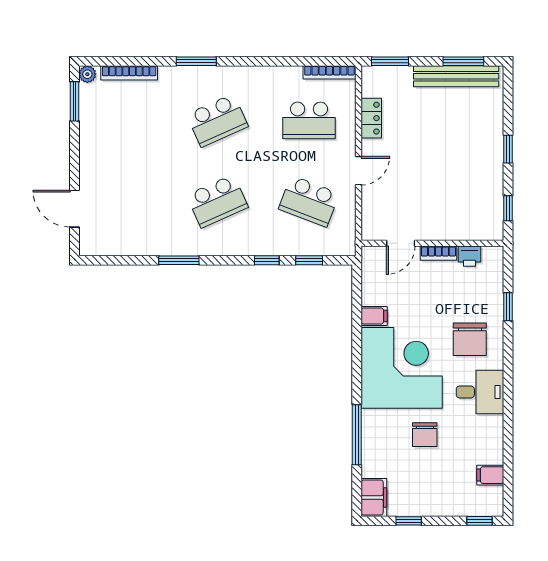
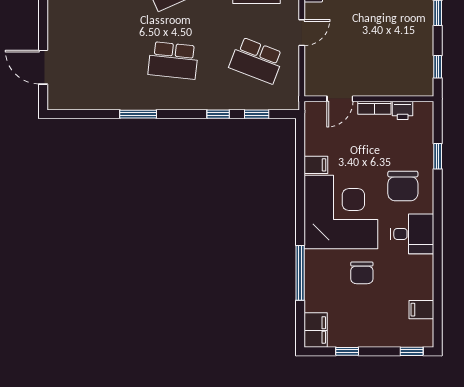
school desk: (217, 201) -> (173, 60), turned 30

